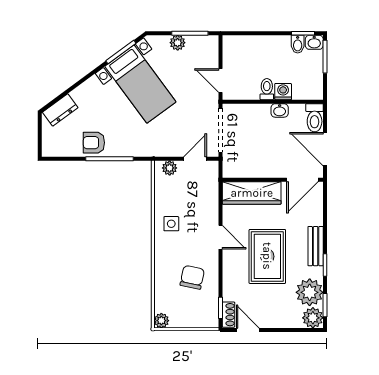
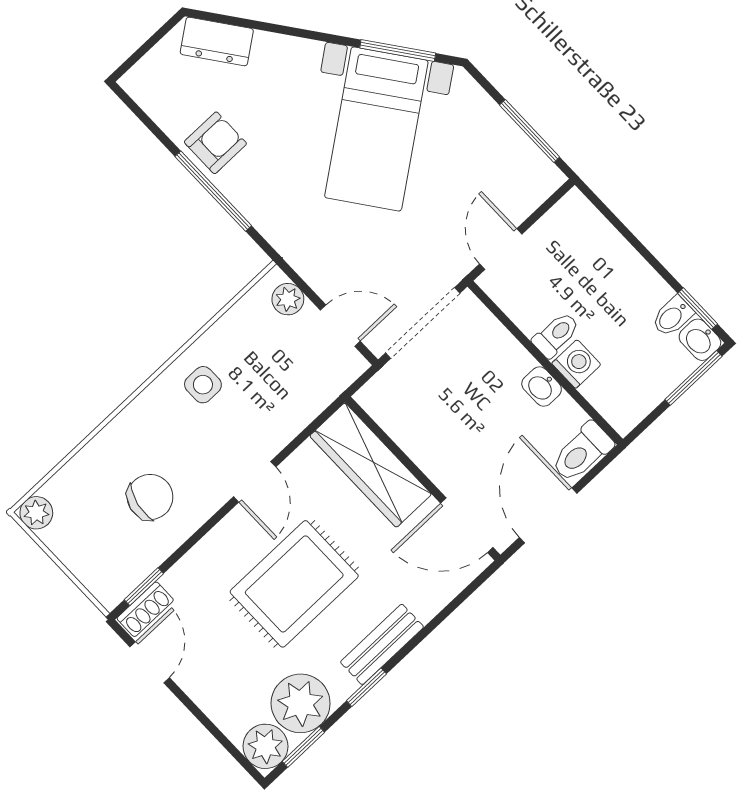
plant: (178, 43) -> (496, 126), removed
armchair: (94, 143) -> (215, 143), turned 90

